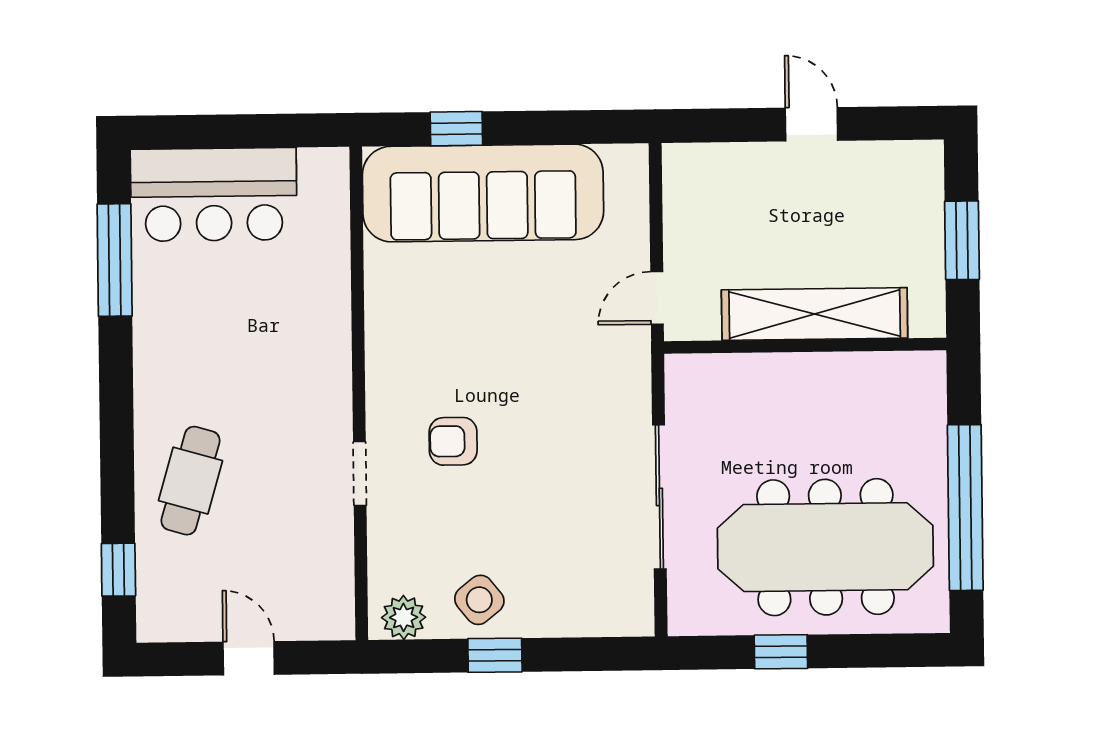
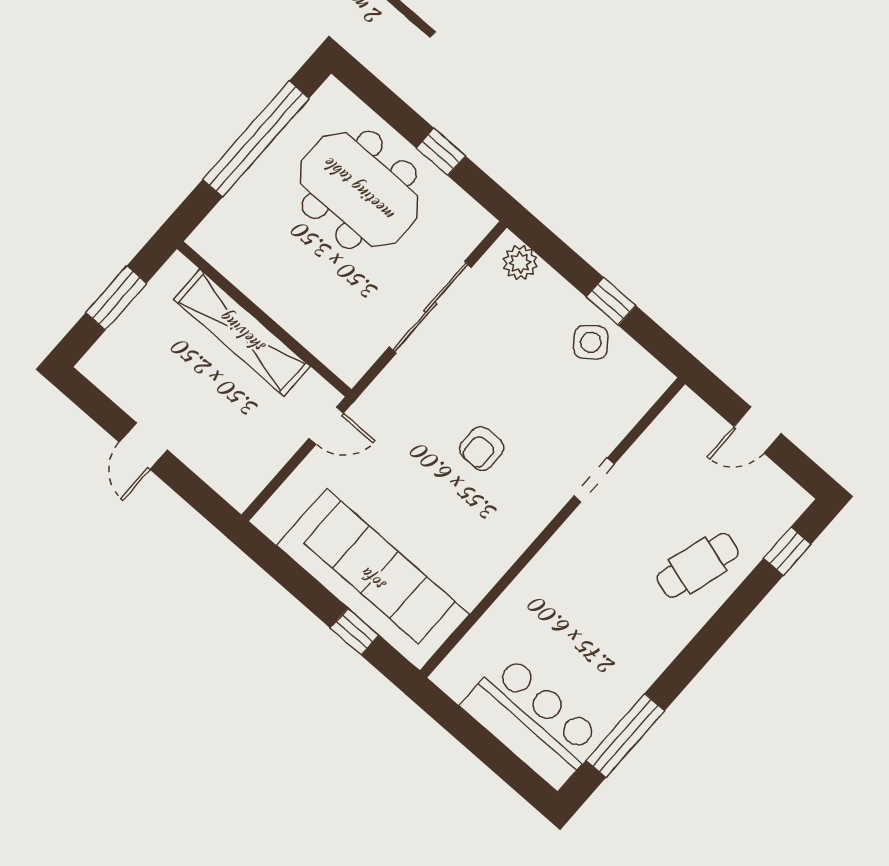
armchair: (453, 441) -> (481, 448), moved, turned 90
meeting table: (825, 547) -> (359, 190), width x0.73
plant: (404, 617) -> (520, 263), moved
door: (249, 658) -> (758, 430), hinge flipped

